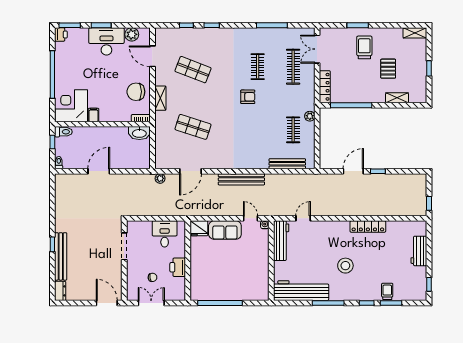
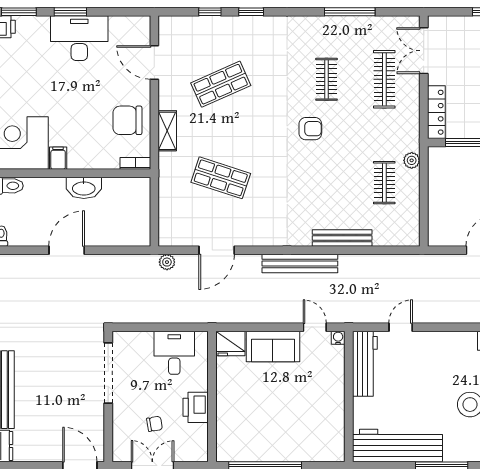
plant: (132, 34) -> (121, 27), removed
shop shelf: (193, 70) -> (221, 84), turned -45
washbasin: (139, 133) -> (84, 188), moved
bench: (287, 164) -> (342, 238), moved
doorway: (124, 246) -> (108, 373), width x1.36

